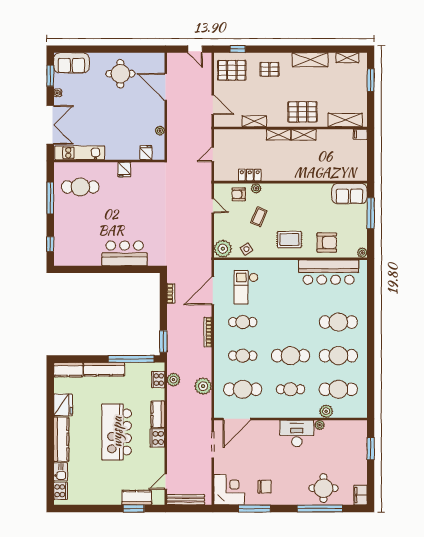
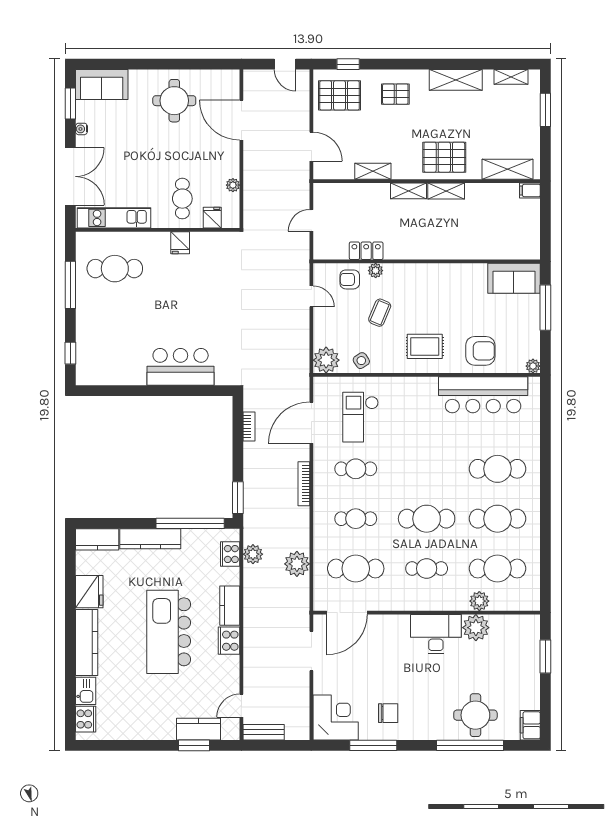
cafe table: (126, 140) -> (182, 199), added
plant: (320, 425) -> (476, 628), width x1.88, depth x1.88
bench: (186, 500) -> (264, 732), width x0.73

